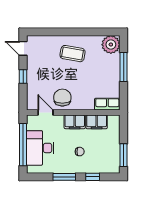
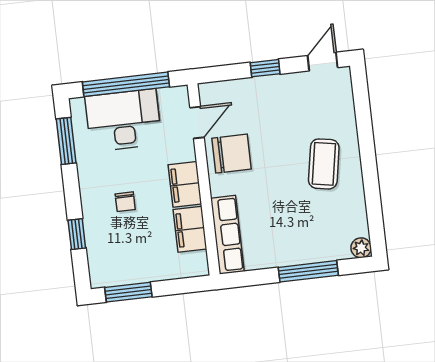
plant: (111, 45) -> (361, 248), width x0.53, depth x0.53
row of seats: (107, 104) -> (227, 235), width x1.48
window: (64, 177) -> (66, 141), moved

